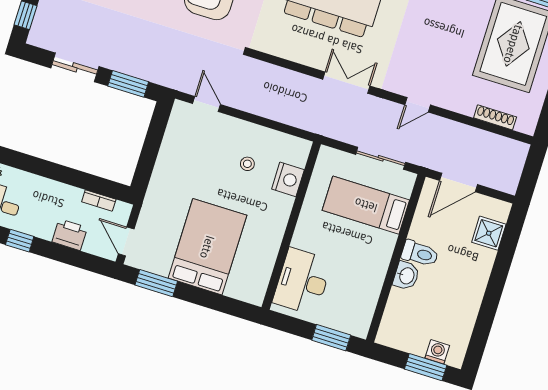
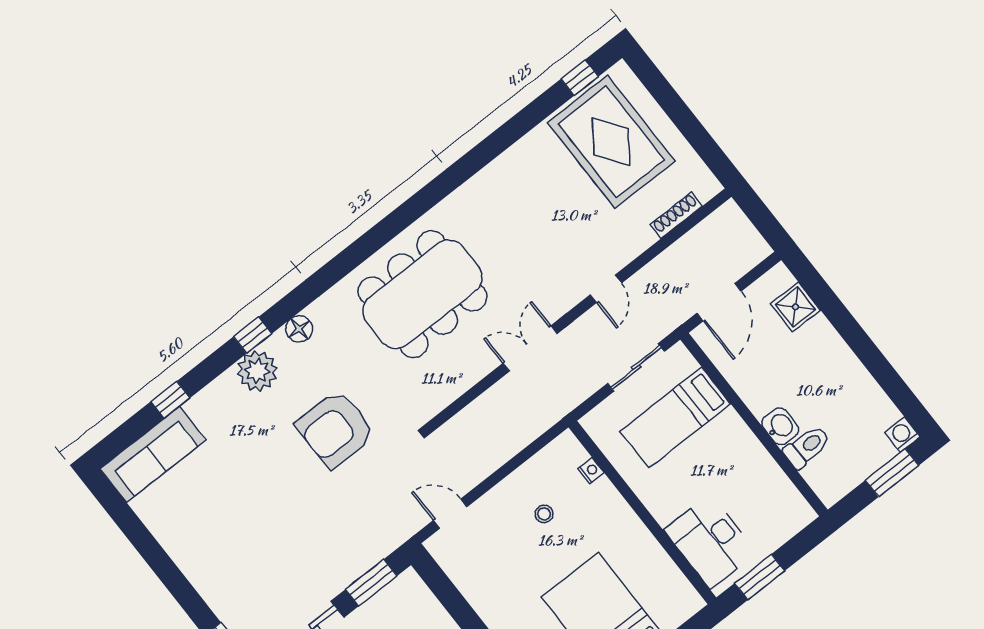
nightstand: (288, 179) -> (591, 471), width x0.53, depth x0.56
toilet: (420, 254) -> (807, 447), moved
window: (331, 338) -> (760, 577), moved
washing machine: (437, 352) -> (902, 435), moved

